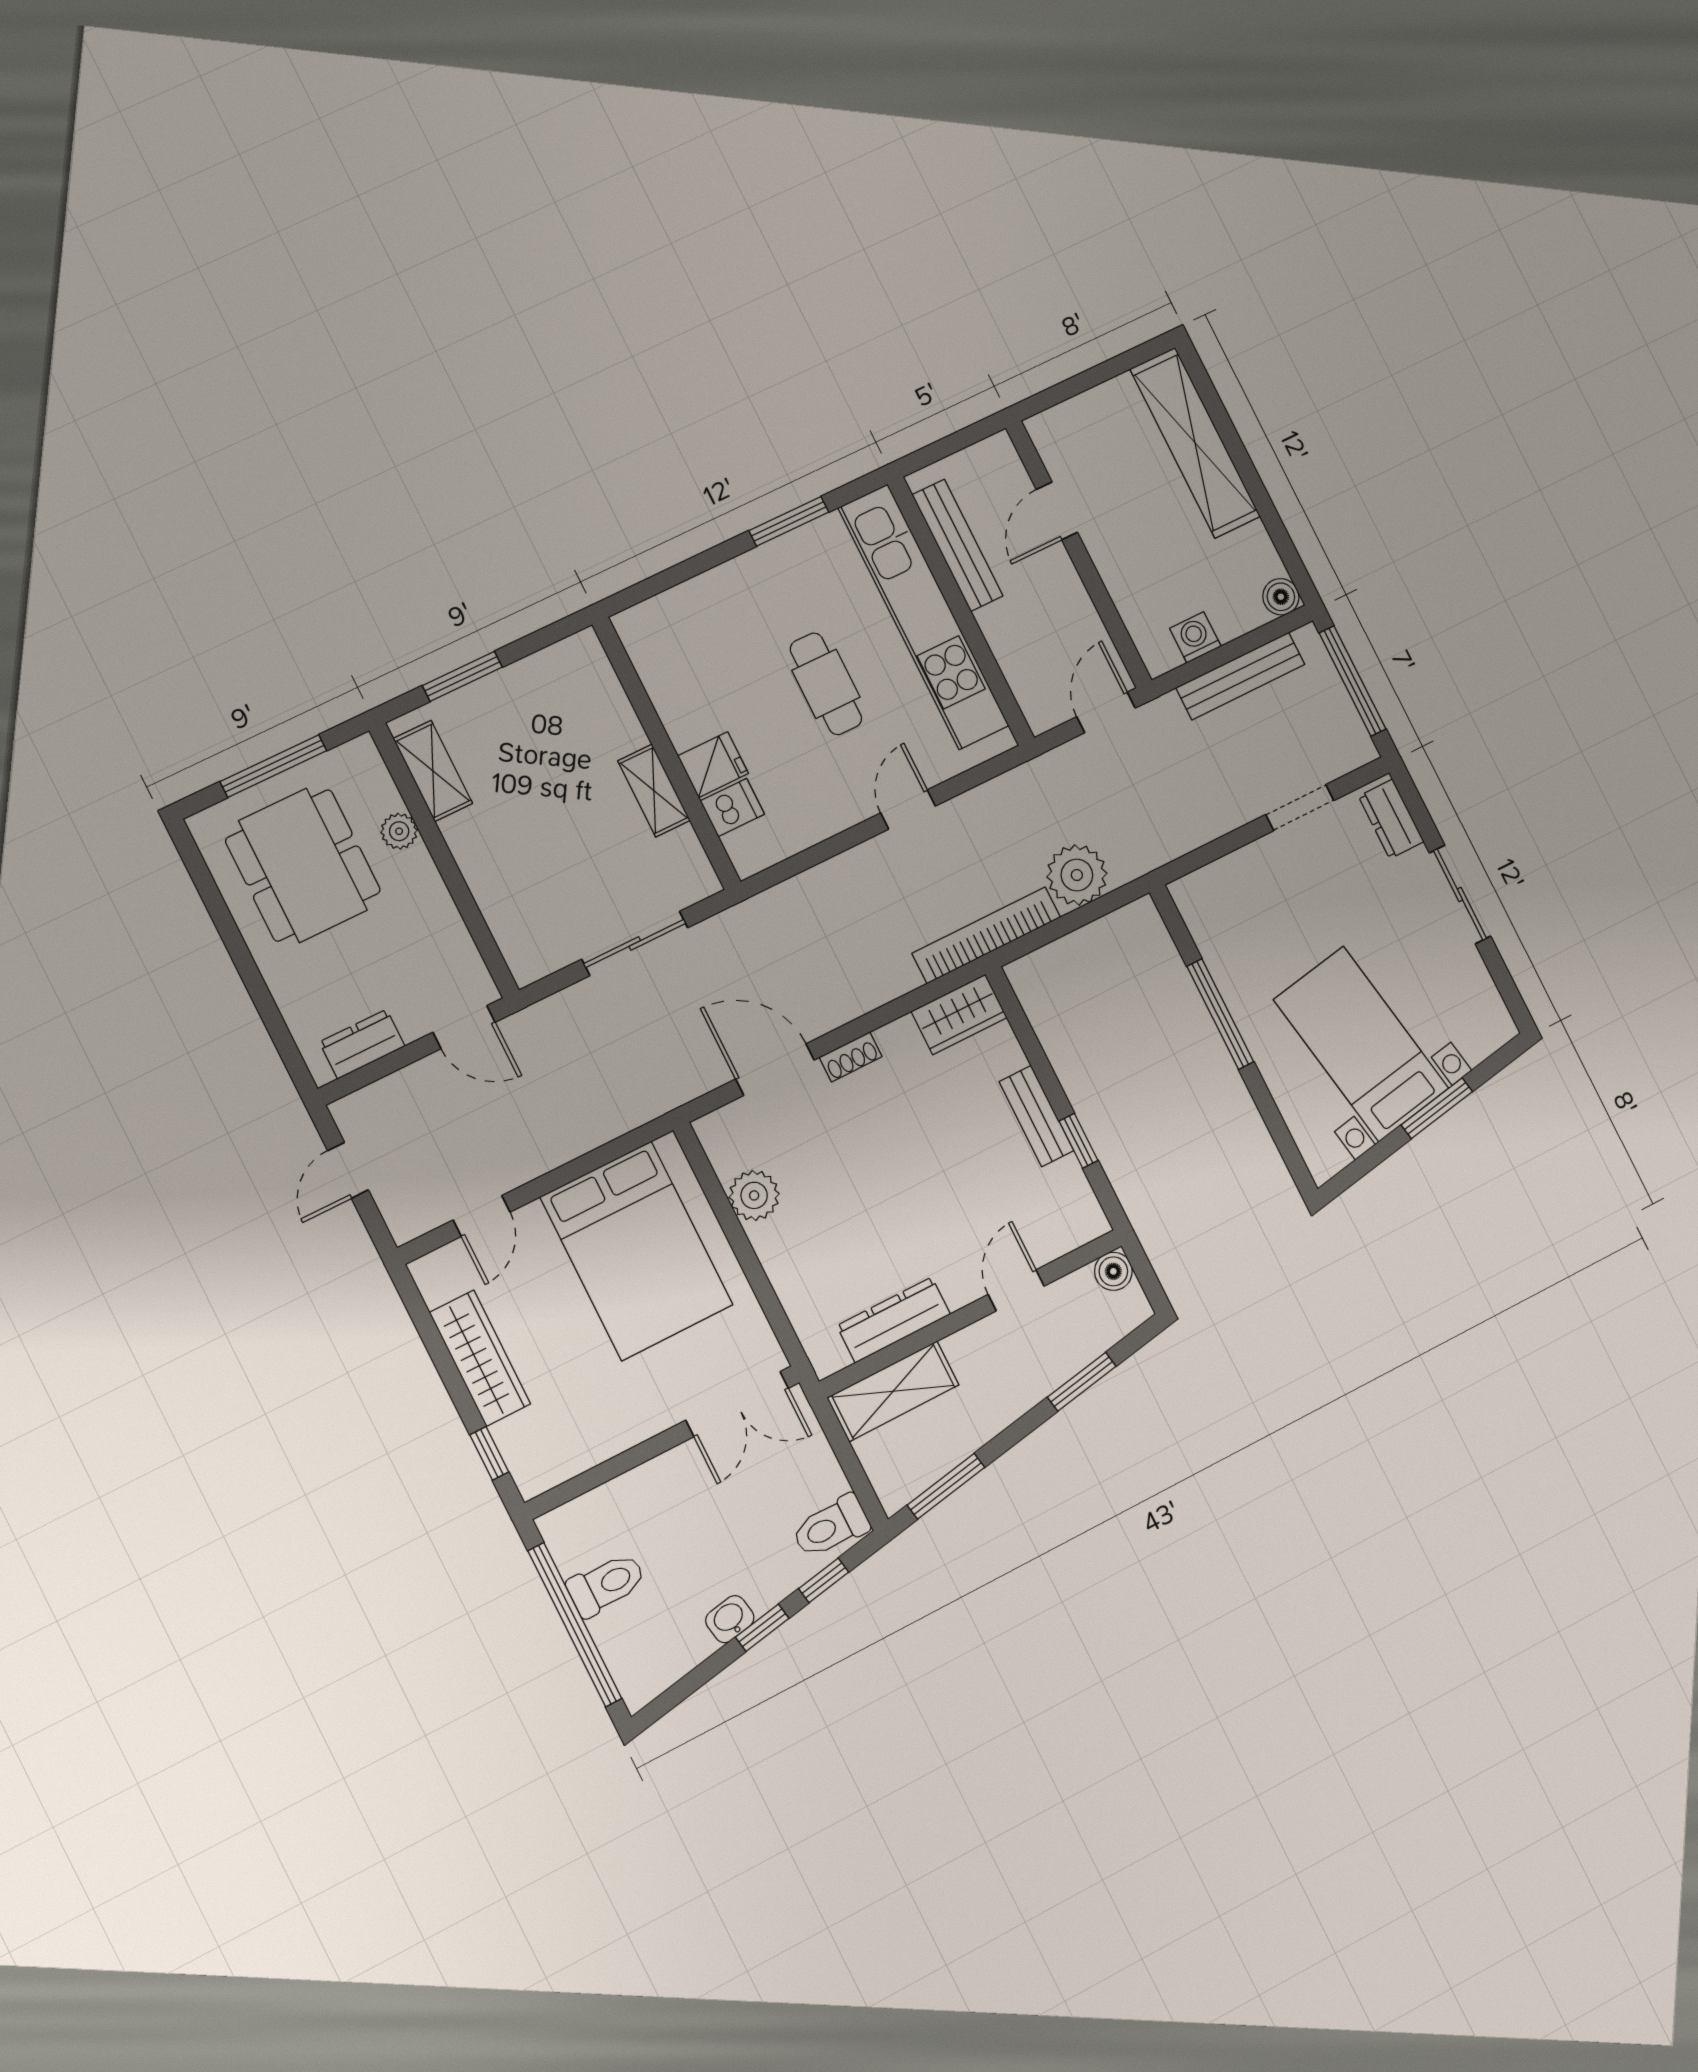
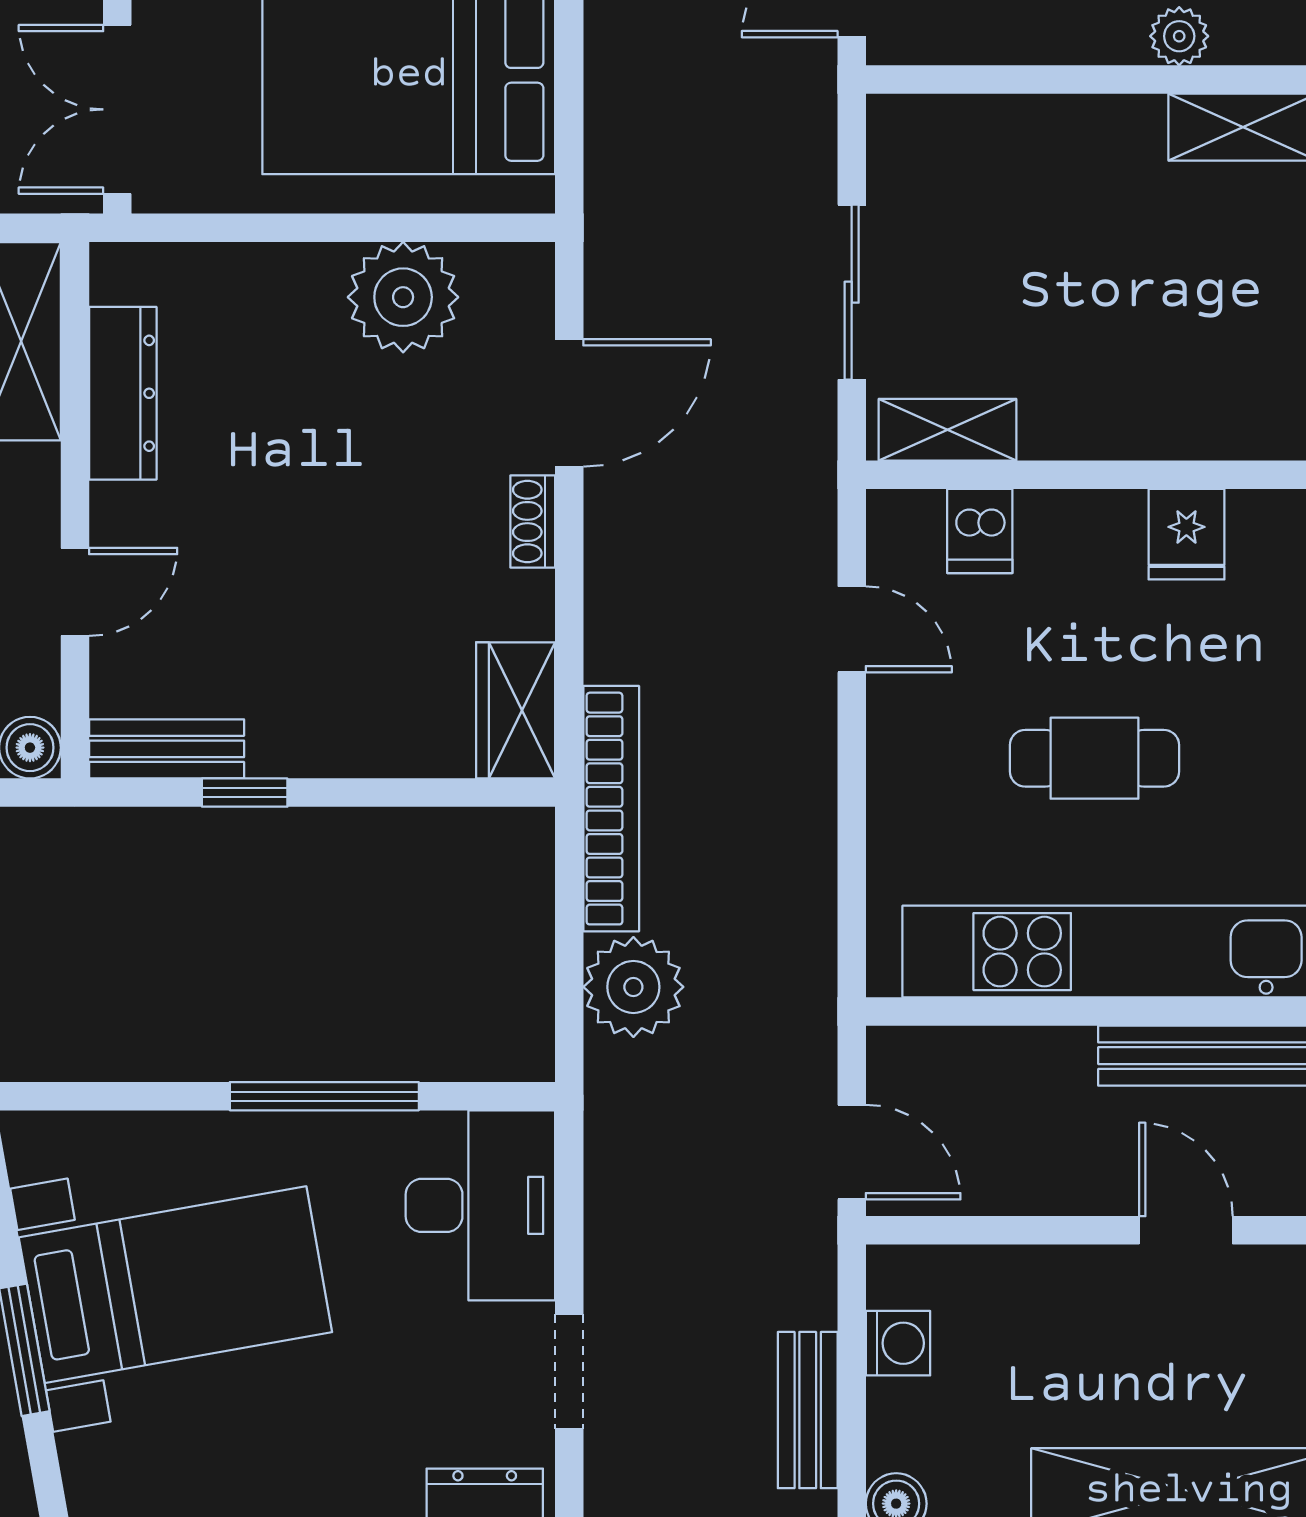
bench: (1240, 676) -> (808, 1410), width x0.73
fridge: (713, 765) -> (1186, 534), moved
shelving: (654, 791) -> (948, 430), moved
door: (908, 809) -> (852, 629), moved
desk: (1236, 900) -> (480, 1205), added
bench: (1036, 1116) -> (167, 749), moved
plant: (754, 1195) -> (403, 297), width x1.36, depth x1.36
door: (1016, 1290) -> (75, 592), hinge flipped

